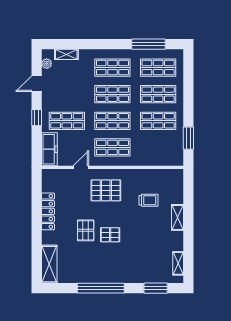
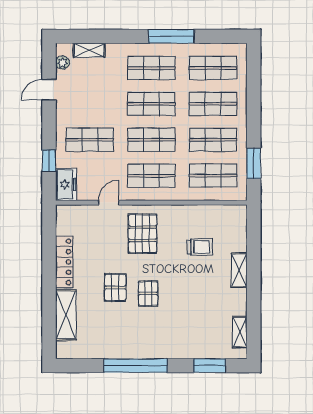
window: (149, 44) -> (171, 36), moved
window: (37, 118) -> (49, 161), moved
shop shelf: (158, 147) -> (213, 176), added
freezer: (49, 149) -> (66, 185), width x0.71
pallet: (106, 190) -> (142, 234), turned 90
pallet: (110, 235) -> (148, 293), turned 90
shelving: (49, 264) -> (66, 315), moved

